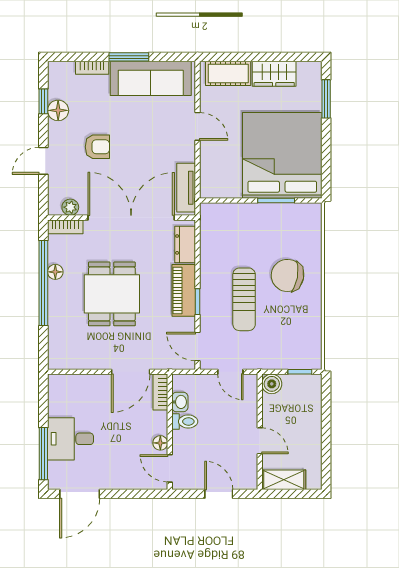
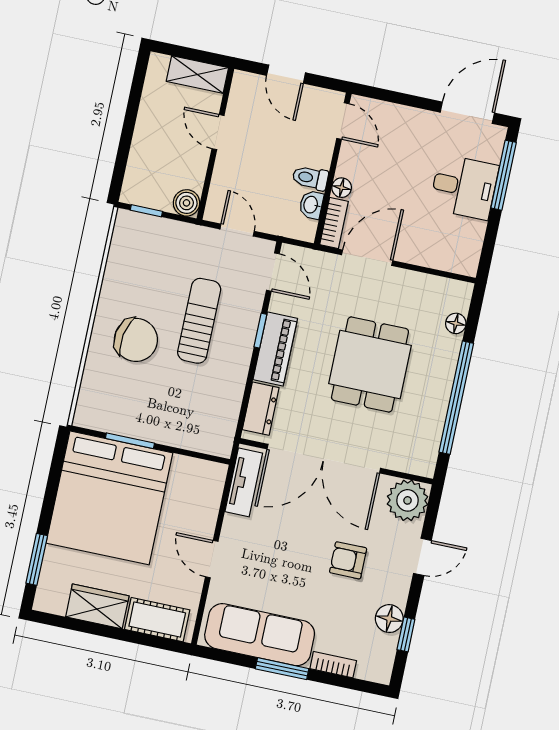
plant: (70, 207) -> (407, 500), width x1.87, depth x1.87
bookcase: (65, 227) -> (412, 465), removed
floor lamp: (55, 272) -> (456, 323), moved
floor lamp: (160, 443) -> (342, 188), moved

